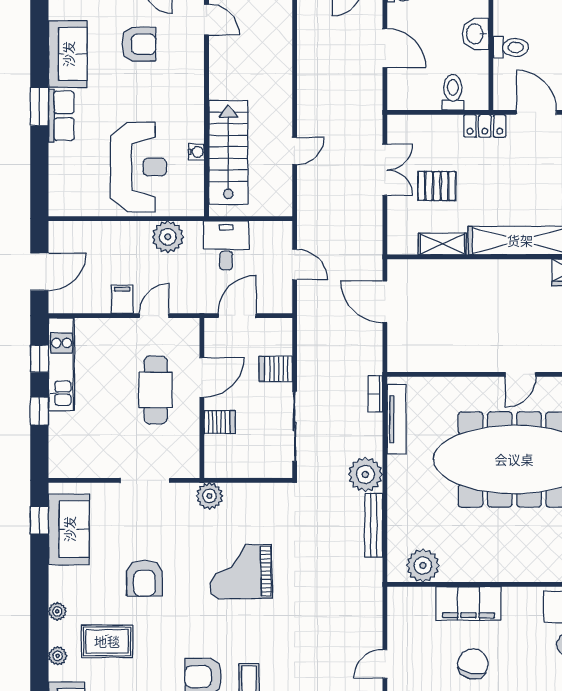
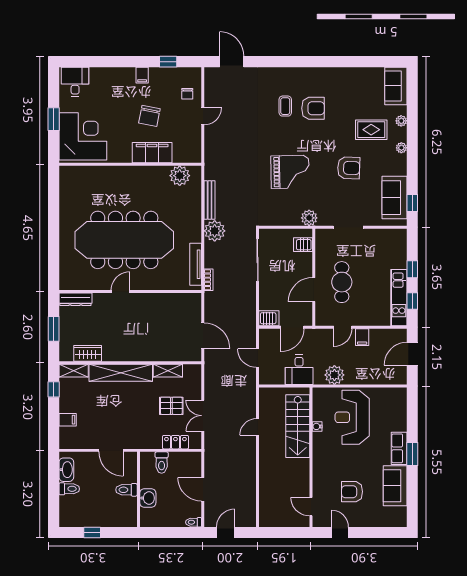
locker: (485, 126) -> (175, 442), moved
server rack: (276, 369) -> (269, 318), moved
server rack: (220, 422) -> (303, 245), moved
armchair: (144, 578) -> (349, 168), turned 92

